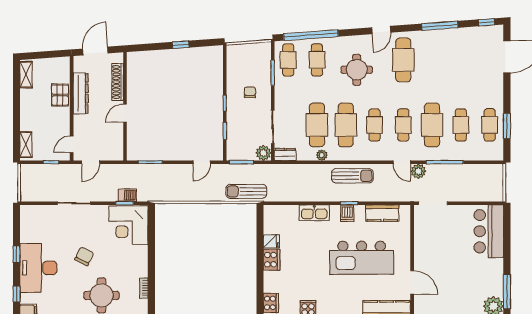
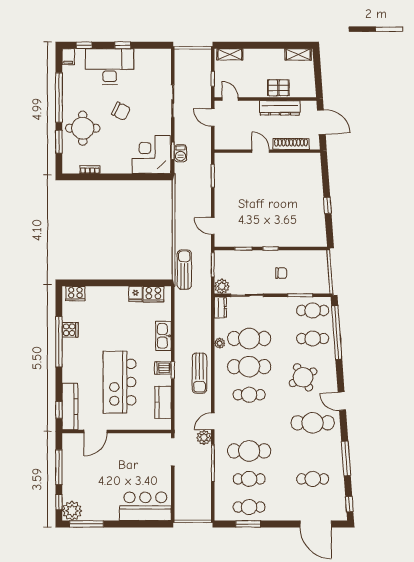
round table: (357, 70) -> (303, 377), turned -30
cafe table: (403, 125) -> (313, 479), moved
cooker: (272, 260) -> (153, 294), moved

